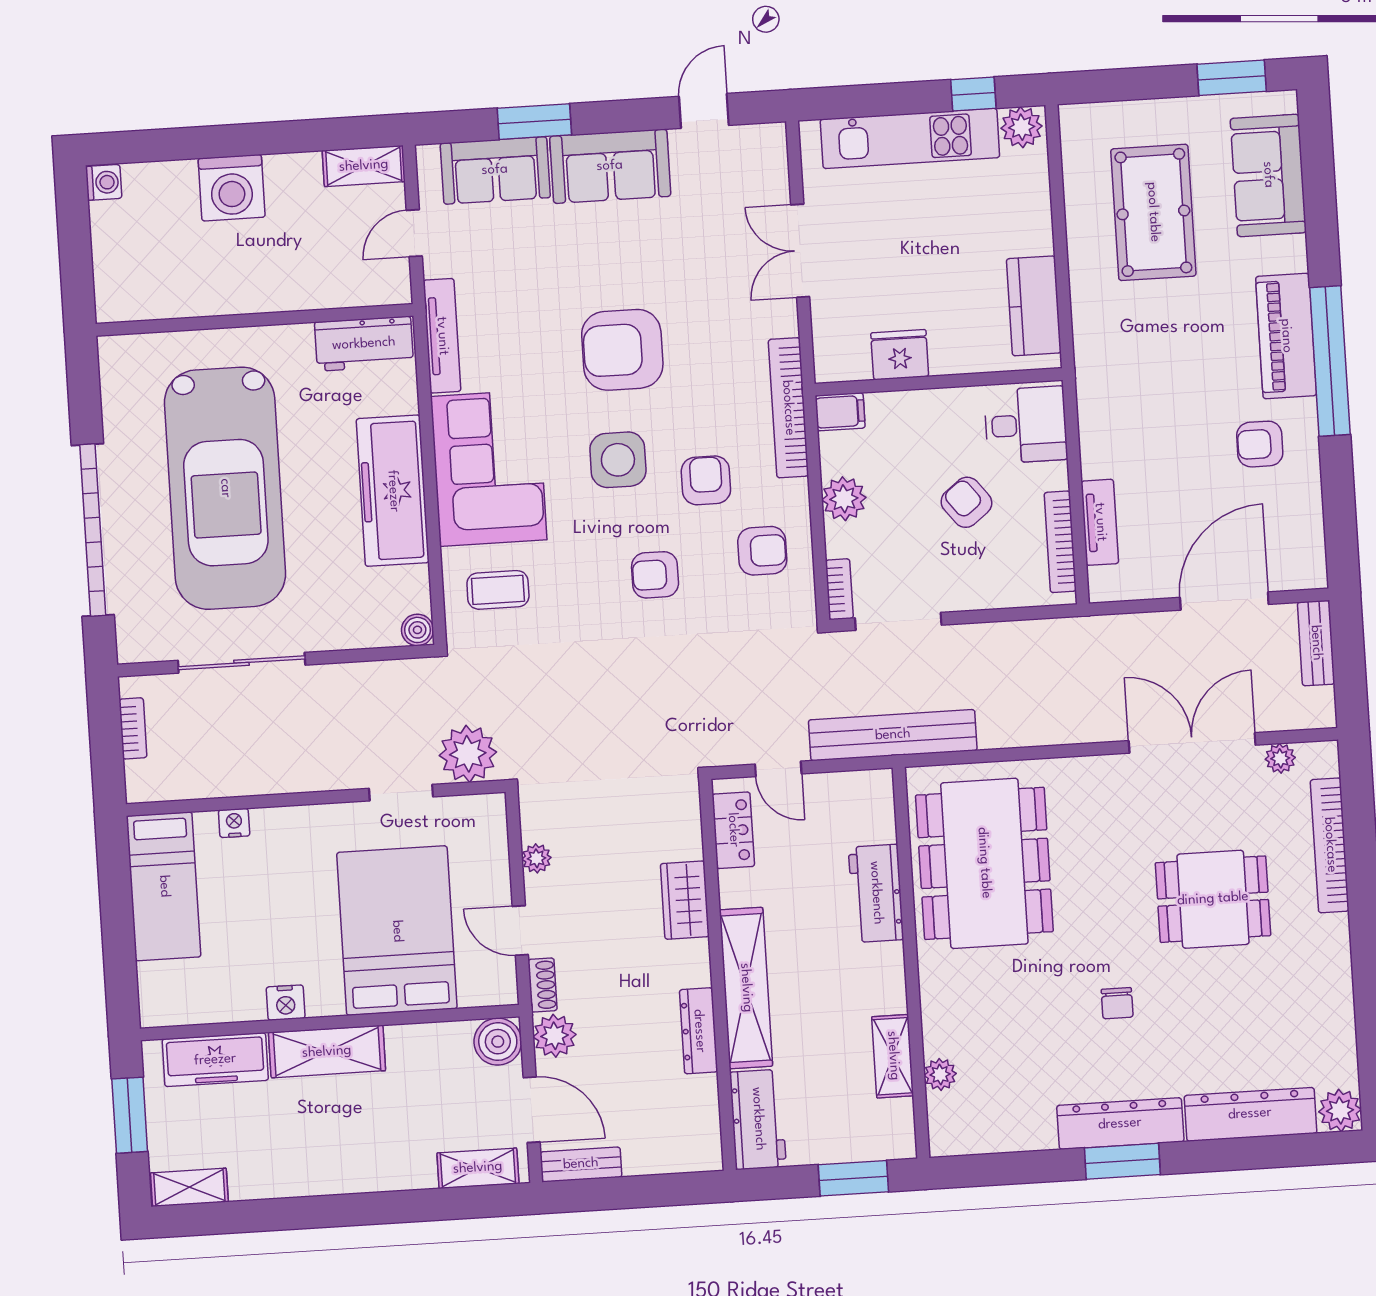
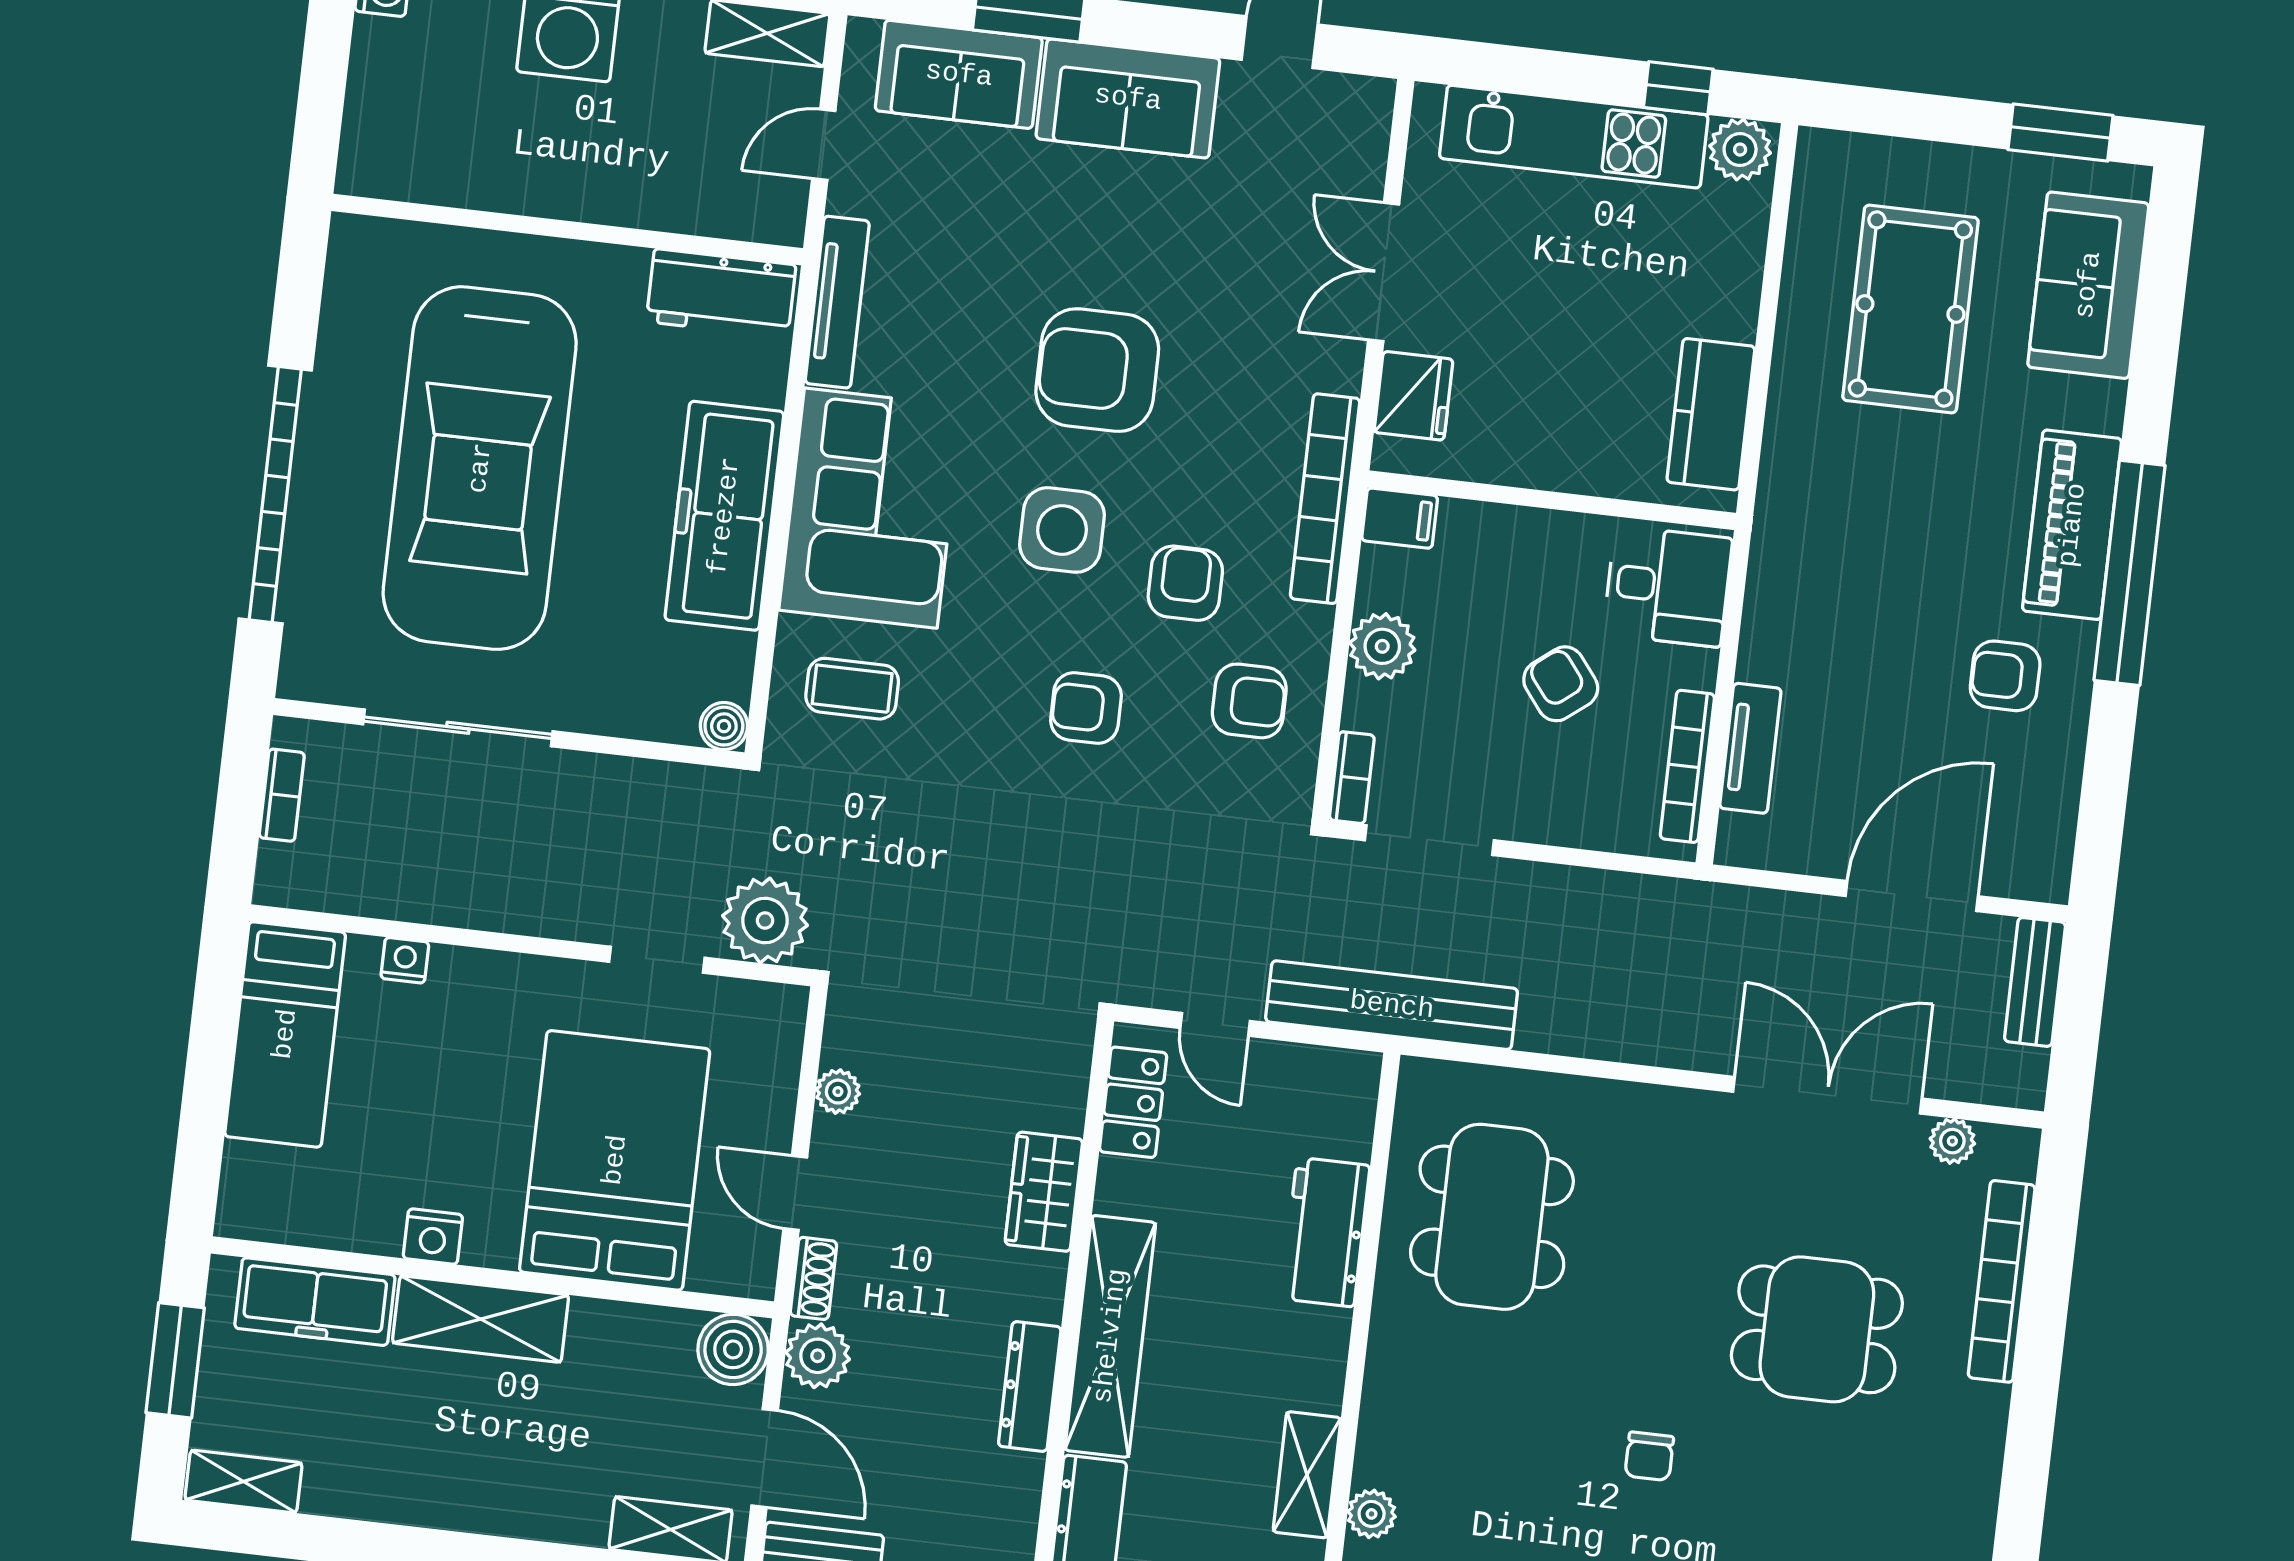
fridge: (900, 355) -> (1413, 396), moved, turned 90
dining table: (984, 863) -> (1492, 1217), width x0.73, depth x0.80

